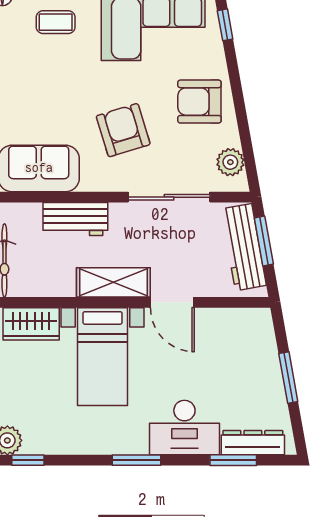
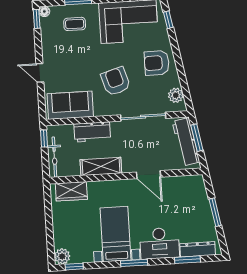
shelving: (113, 282) -> (101, 166), moved
bed with nightstands: (103, 357) -> (115, 234), moved, turned 180

